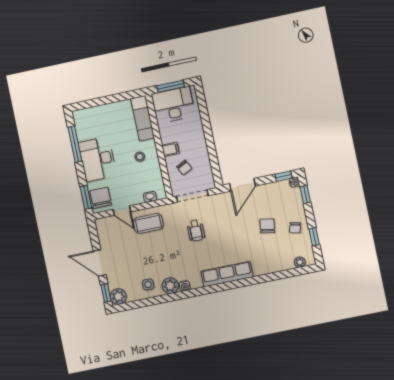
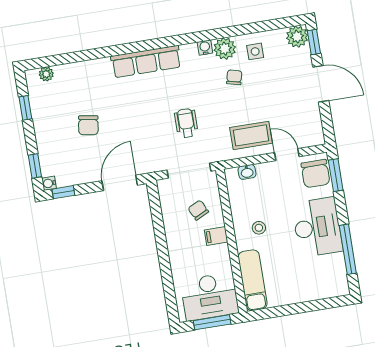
chair: (295, 228) -> (234, 77), moved

